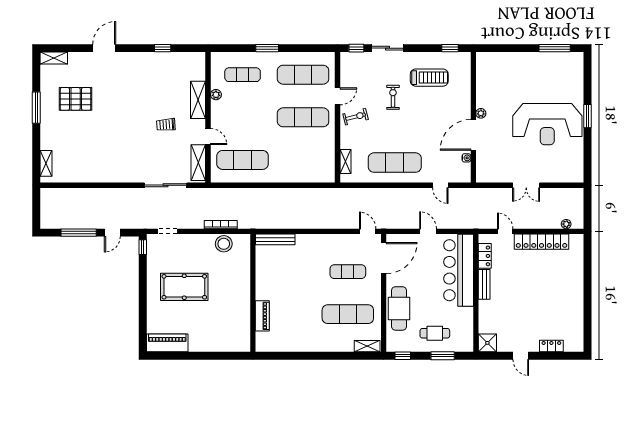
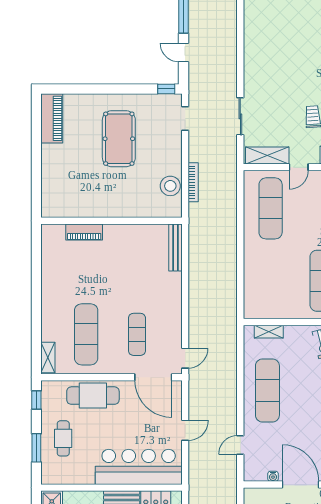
sliding door: (166, 185) -> (240, 116), width x0.73

